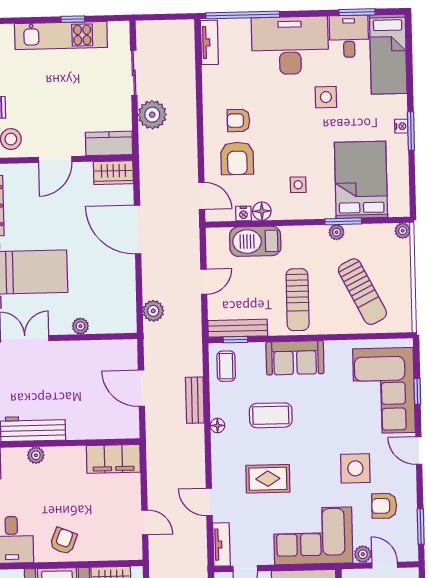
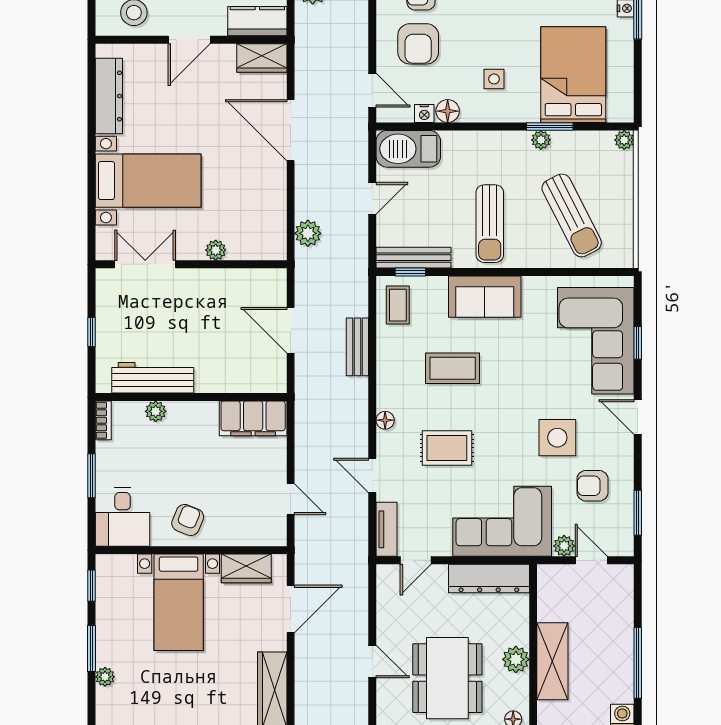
barbecue: (255, 241) -> (408, 149), moved
floor lamp: (217, 426) -> (385, 420), moved

